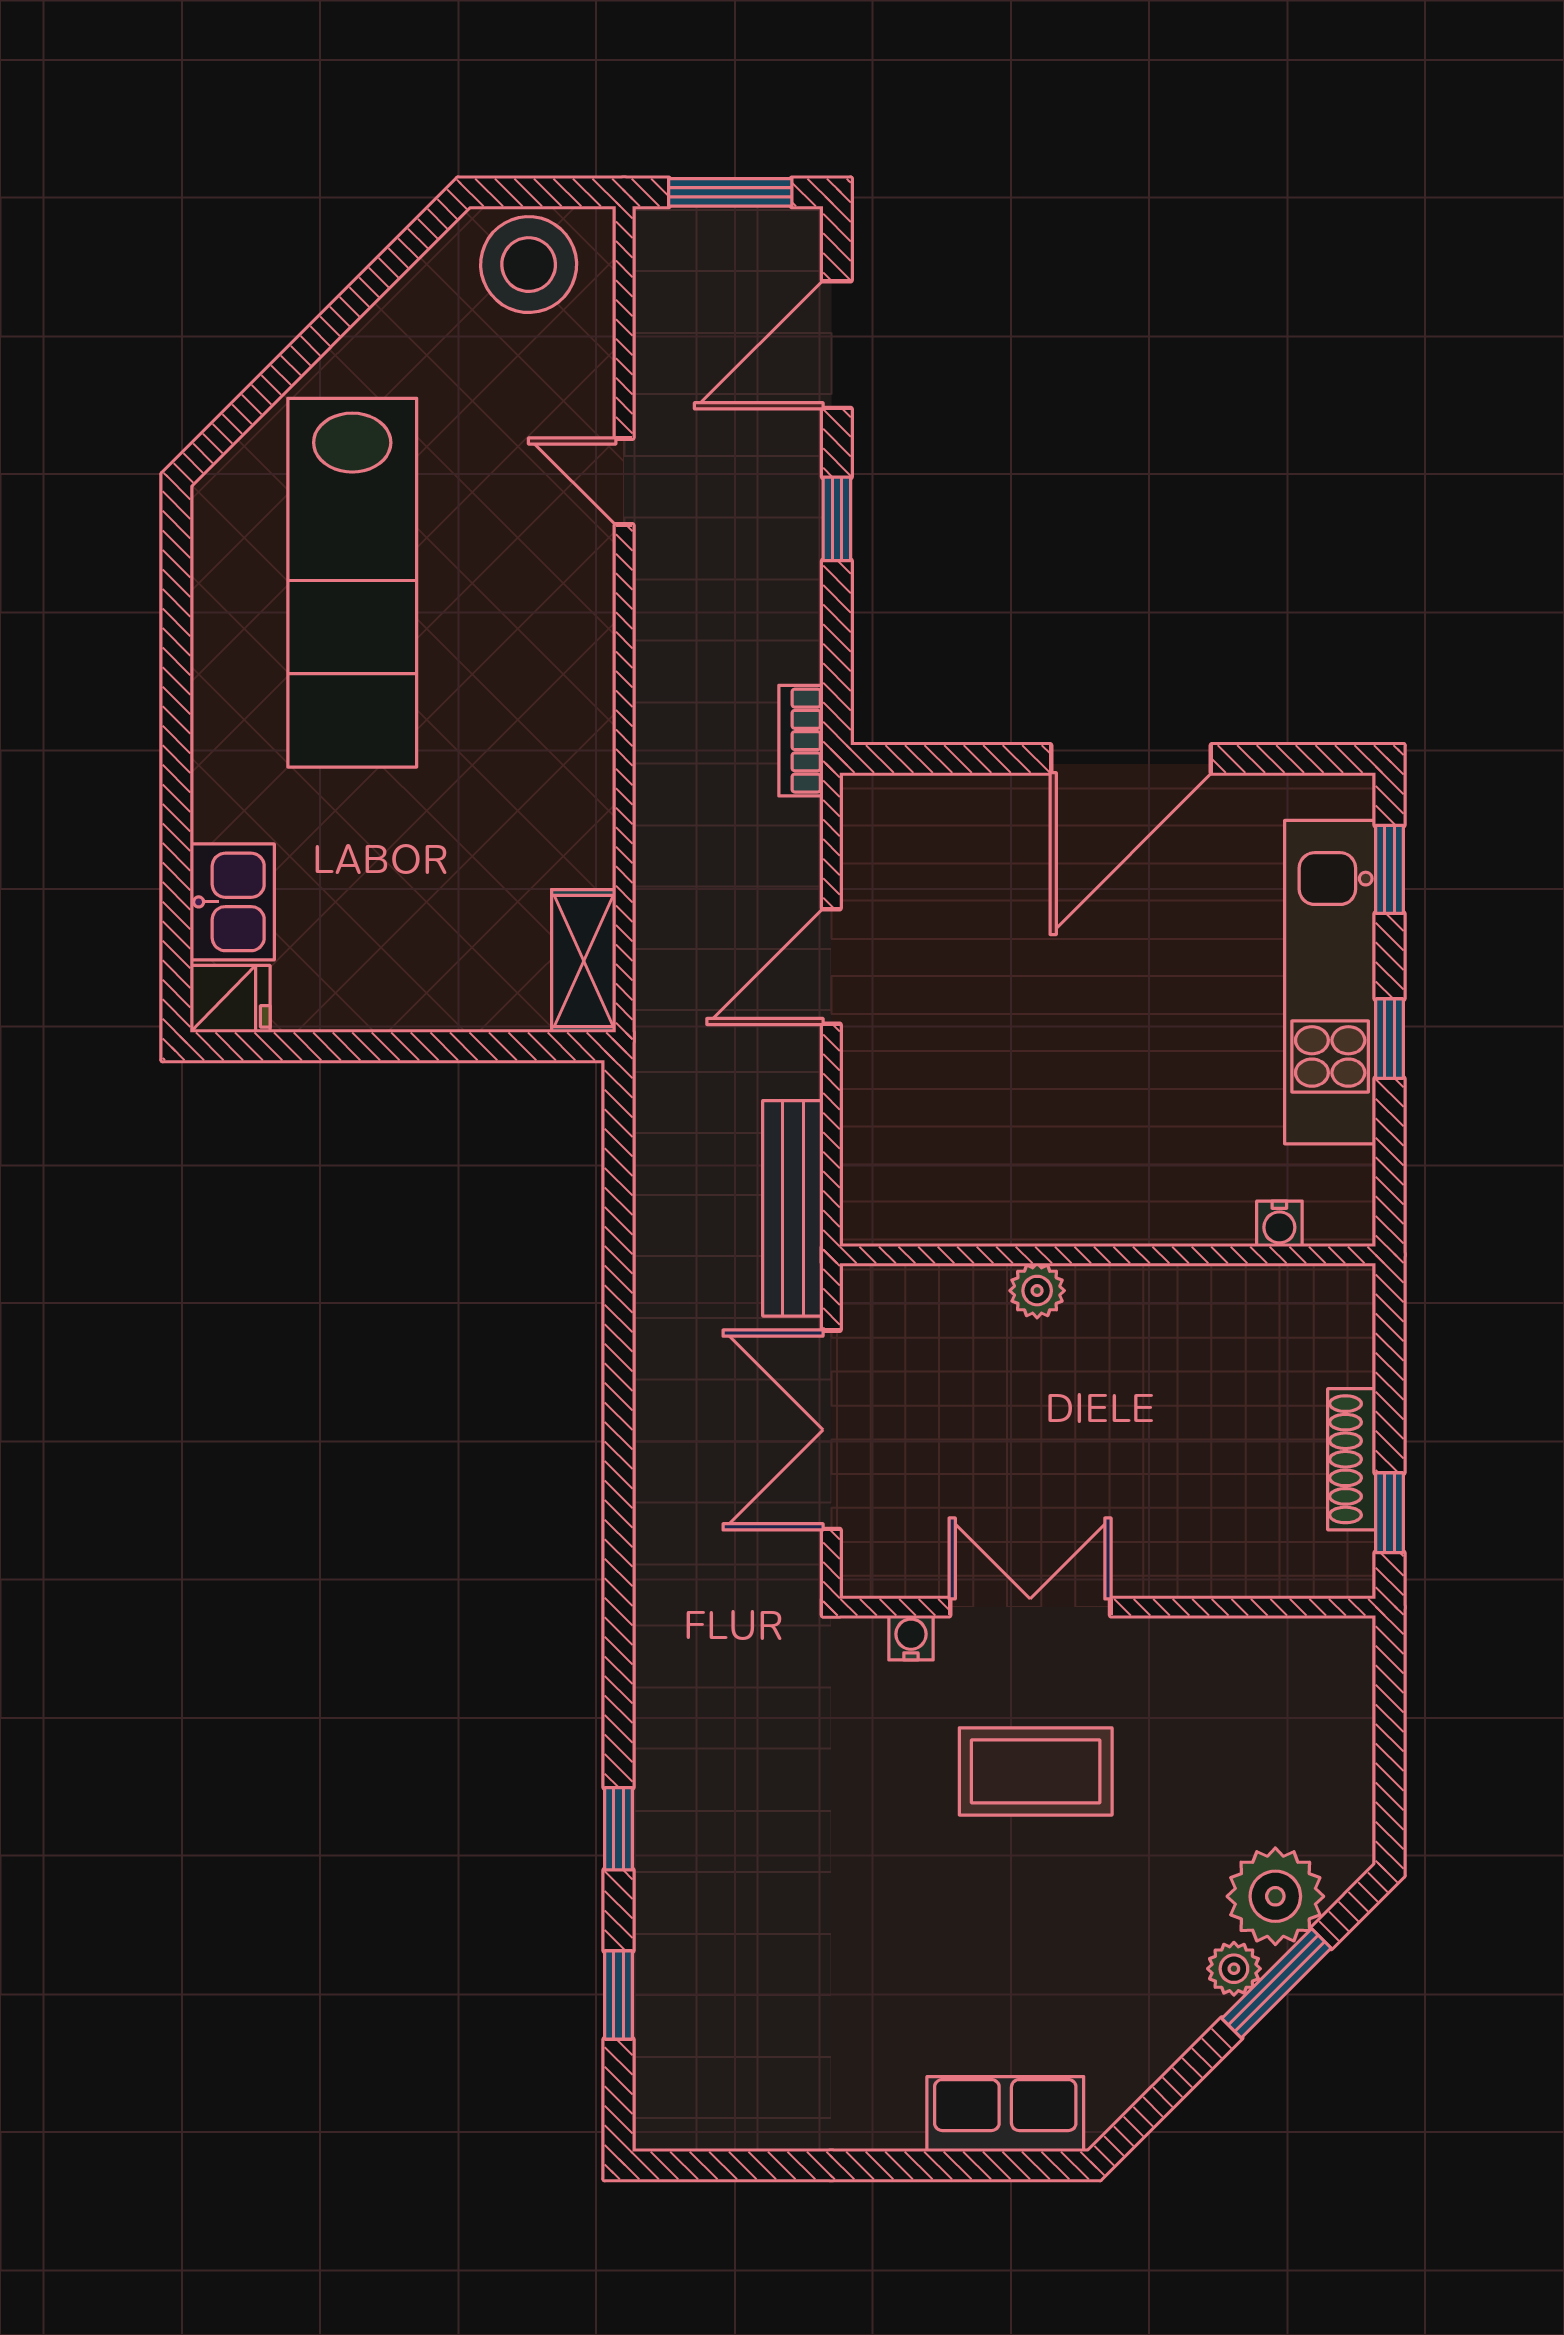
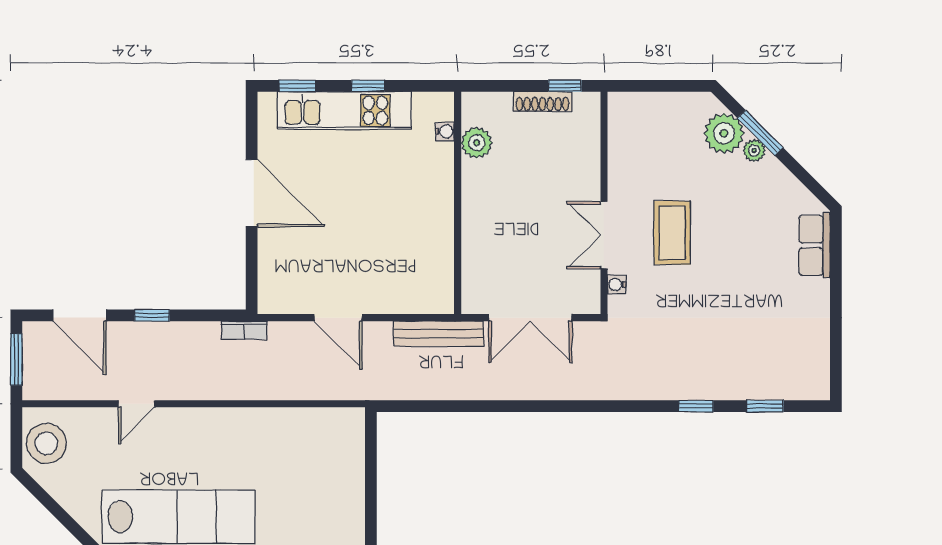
shelving: (584, 961) -> (336, 421), removed
plant: (1037, 1291) -> (477, 143), moved, width x1.38, depth x1.38

